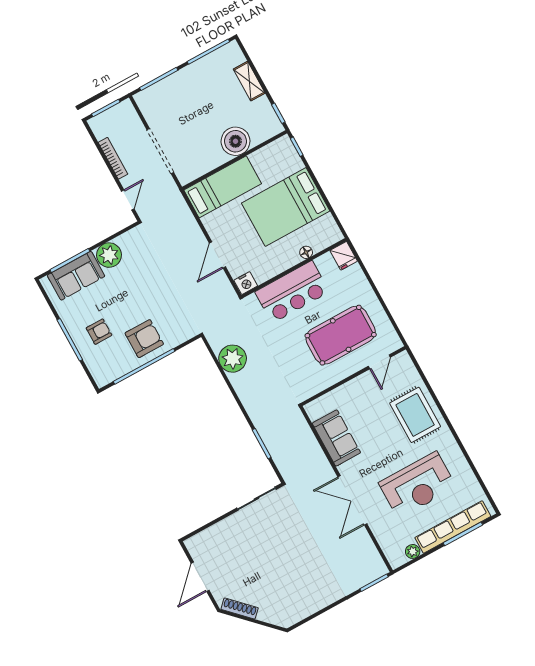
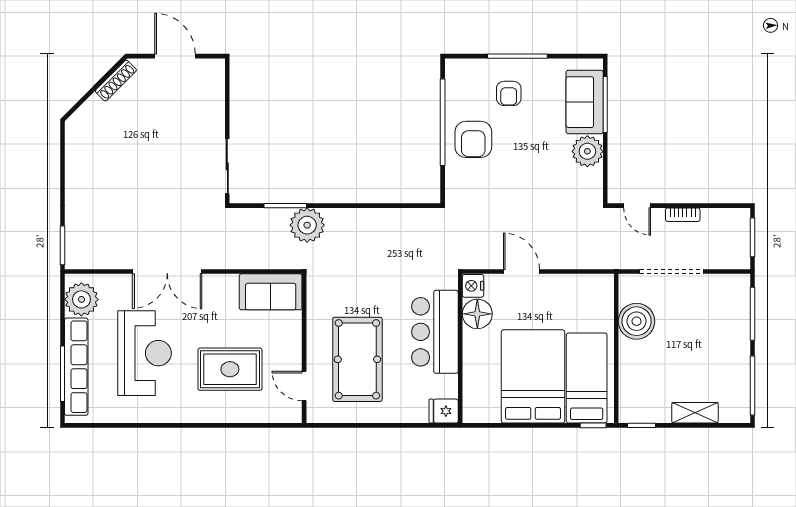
boiler: (235, 141) -> (637, 321), moved
bookcase: (113, 158) -> (683, 215), width x0.64
bed: (223, 187) -> (587, 378), moved, turned 180
floor lamp: (306, 252) -> (477, 314), moved, width x1.89, depth x1.89
plant: (233, 359) -> (307, 225), moved
rug: (415, 415) -> (230, 369), moved
sofa: (336, 438) -> (271, 292), moved
reception desk: (417, 485) -> (144, 353), turned 180
double door: (352, 500) -> (167, 272), swing flipped
plant: (413, 551) -> (81, 299), width x1.87, depth x1.87

